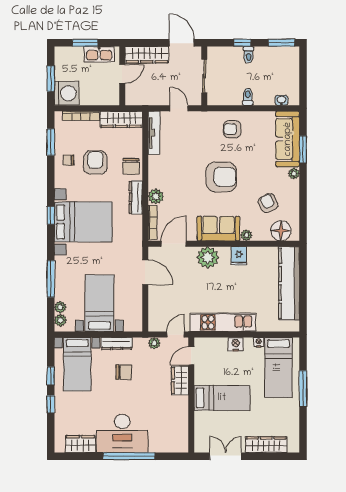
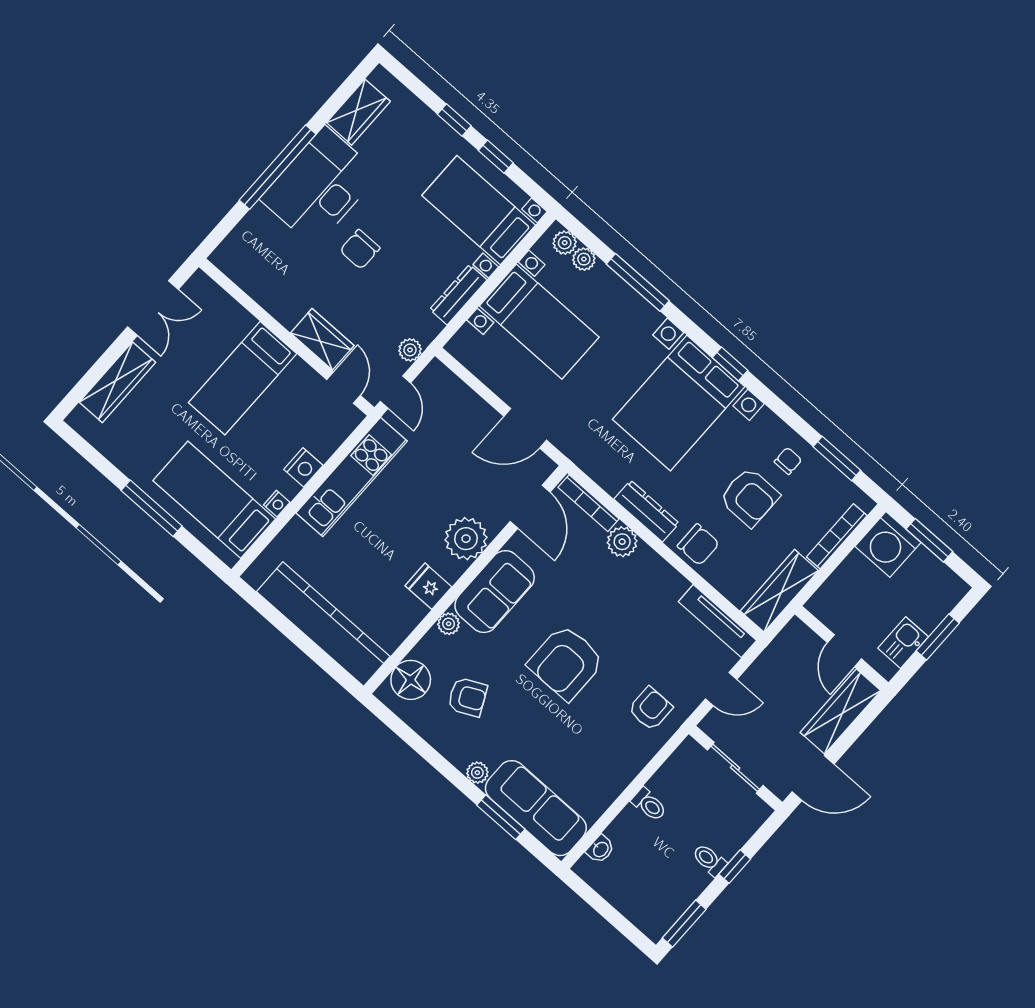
kitchen sink: (99, 54) -> (903, 643), width x0.73
armchair: (232, 129) -> (650, 709), moved
chair: (131, 166) -> (698, 545), turned 180
chair: (124, 372) -> (360, 249), moved

